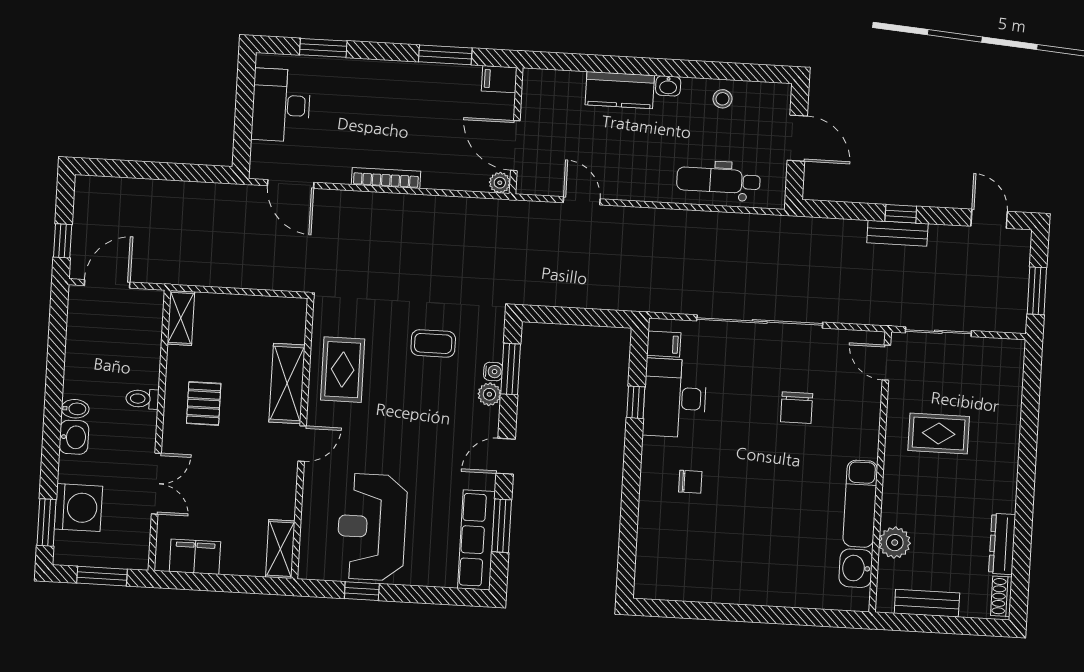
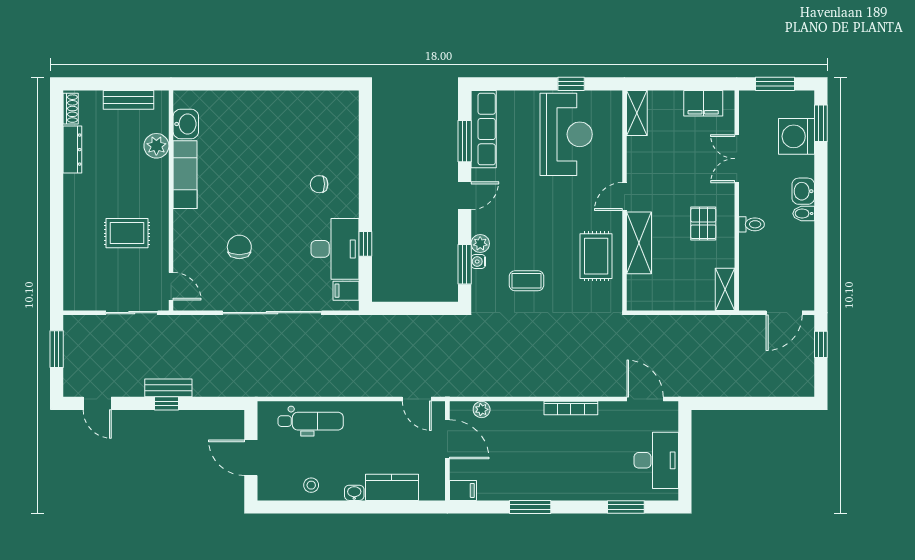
filing cabinet: (499, 79) -> (463, 490), moved
wall: (516, 131) -> (447, 451), moved
door: (515, 146) -> (447, 439), moved

